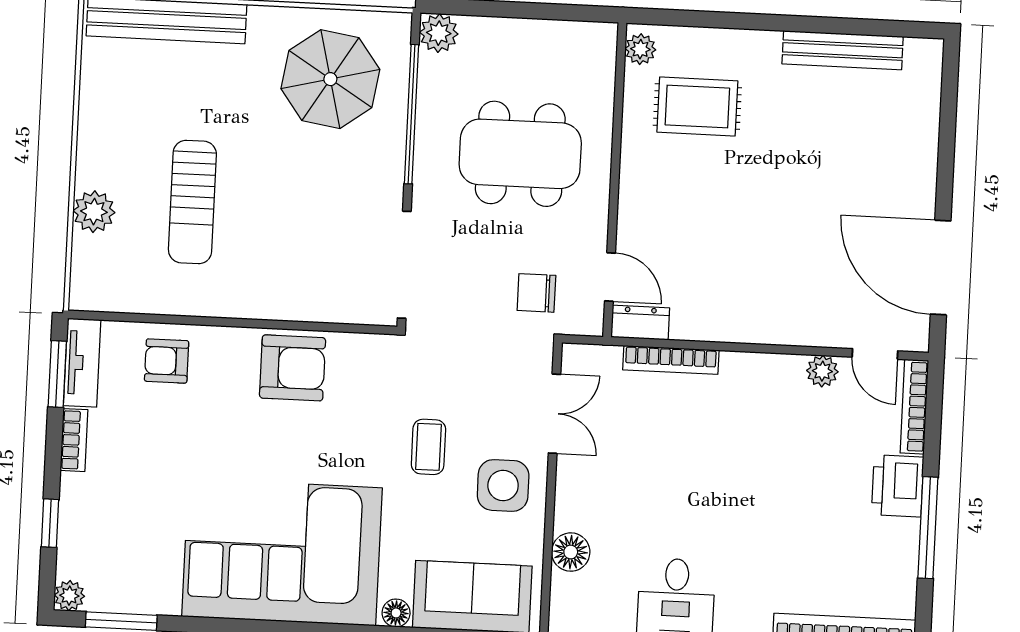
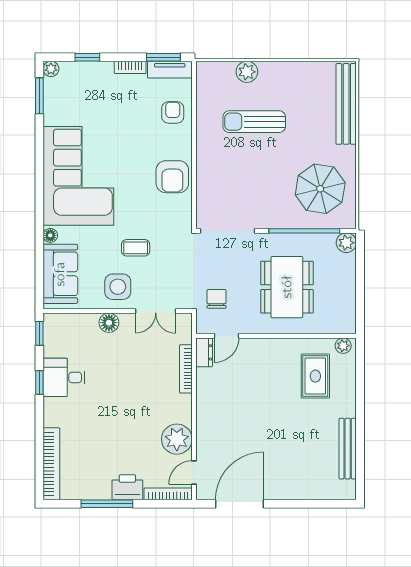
plant: (822, 371) -> (177, 439), width x1.87, depth x1.87
floor lamp: (571, 552) -> (109, 323), moved

